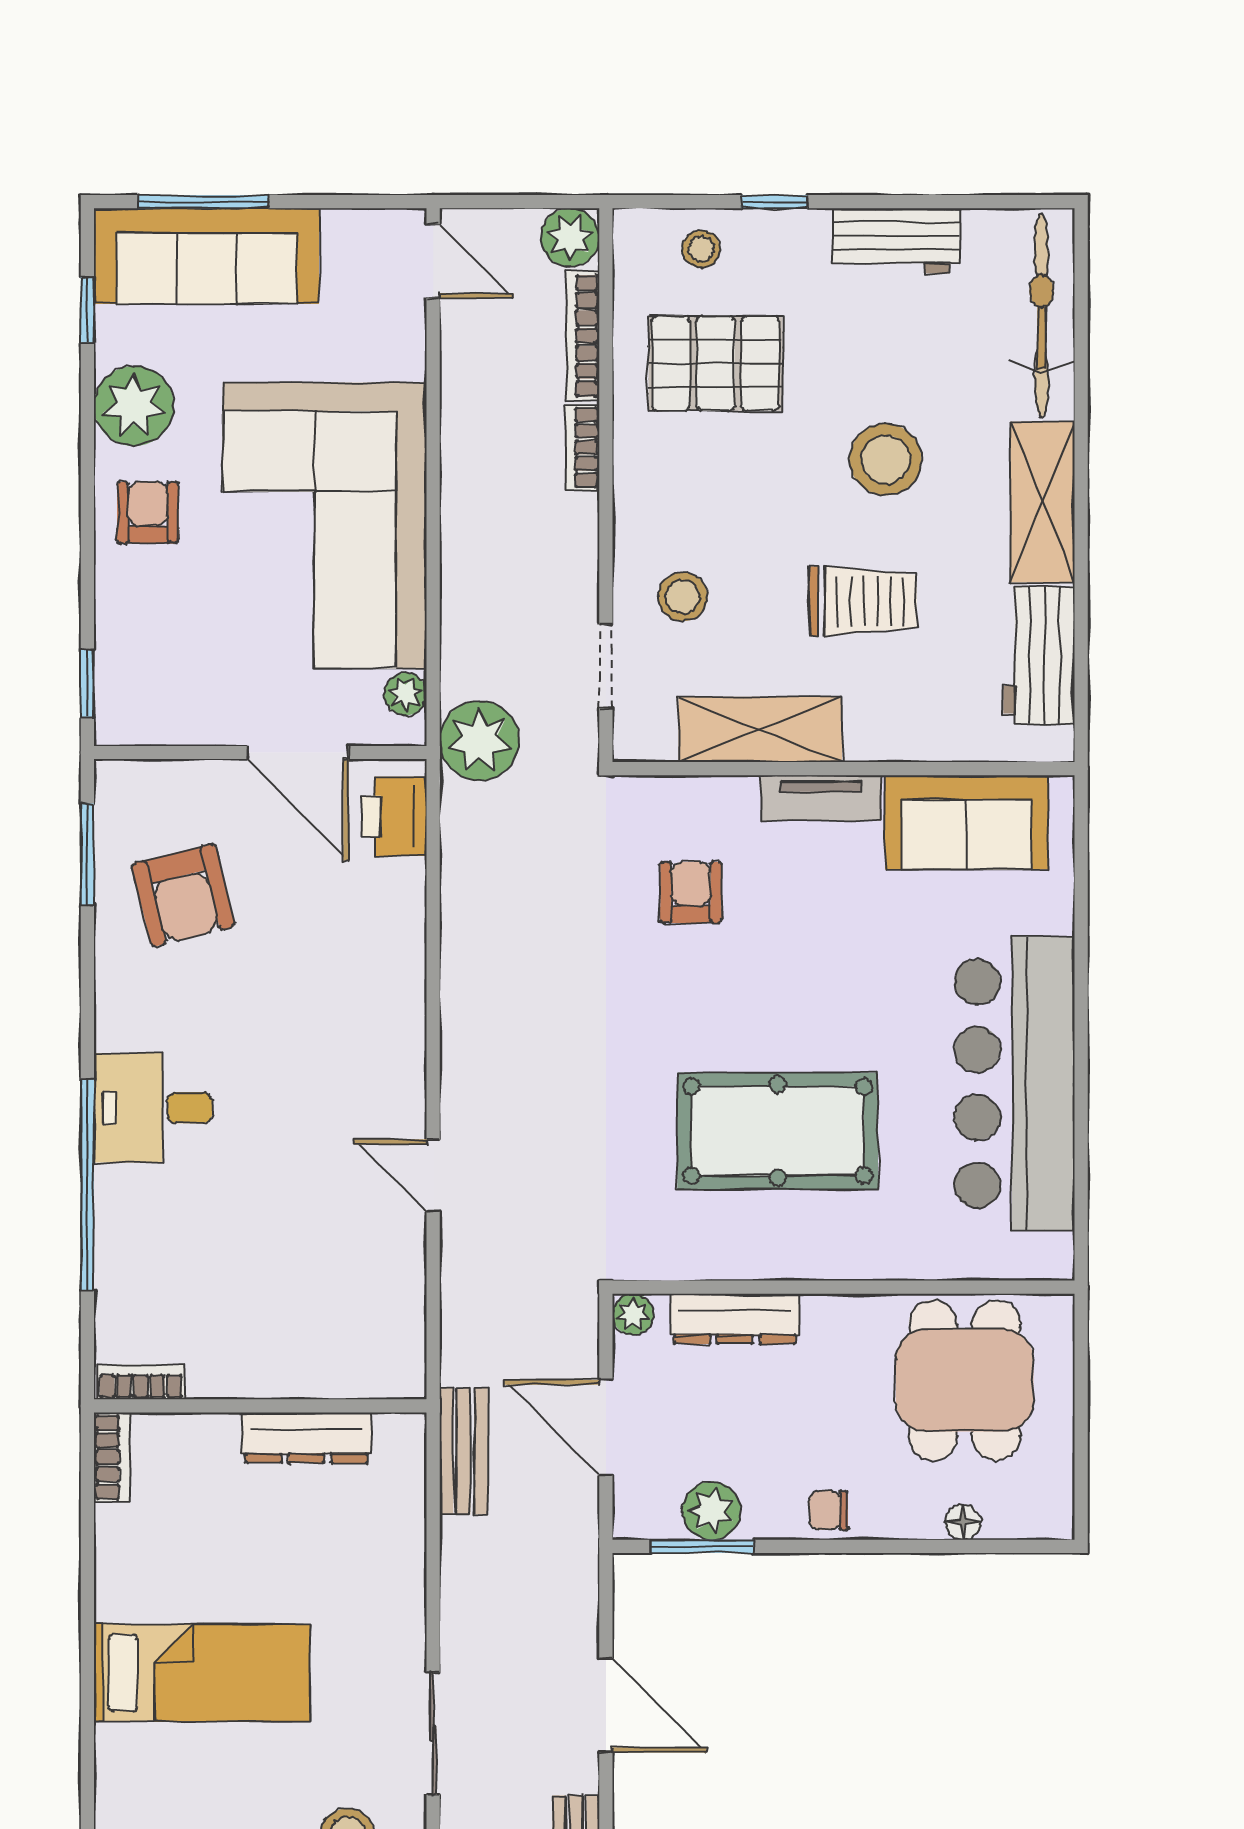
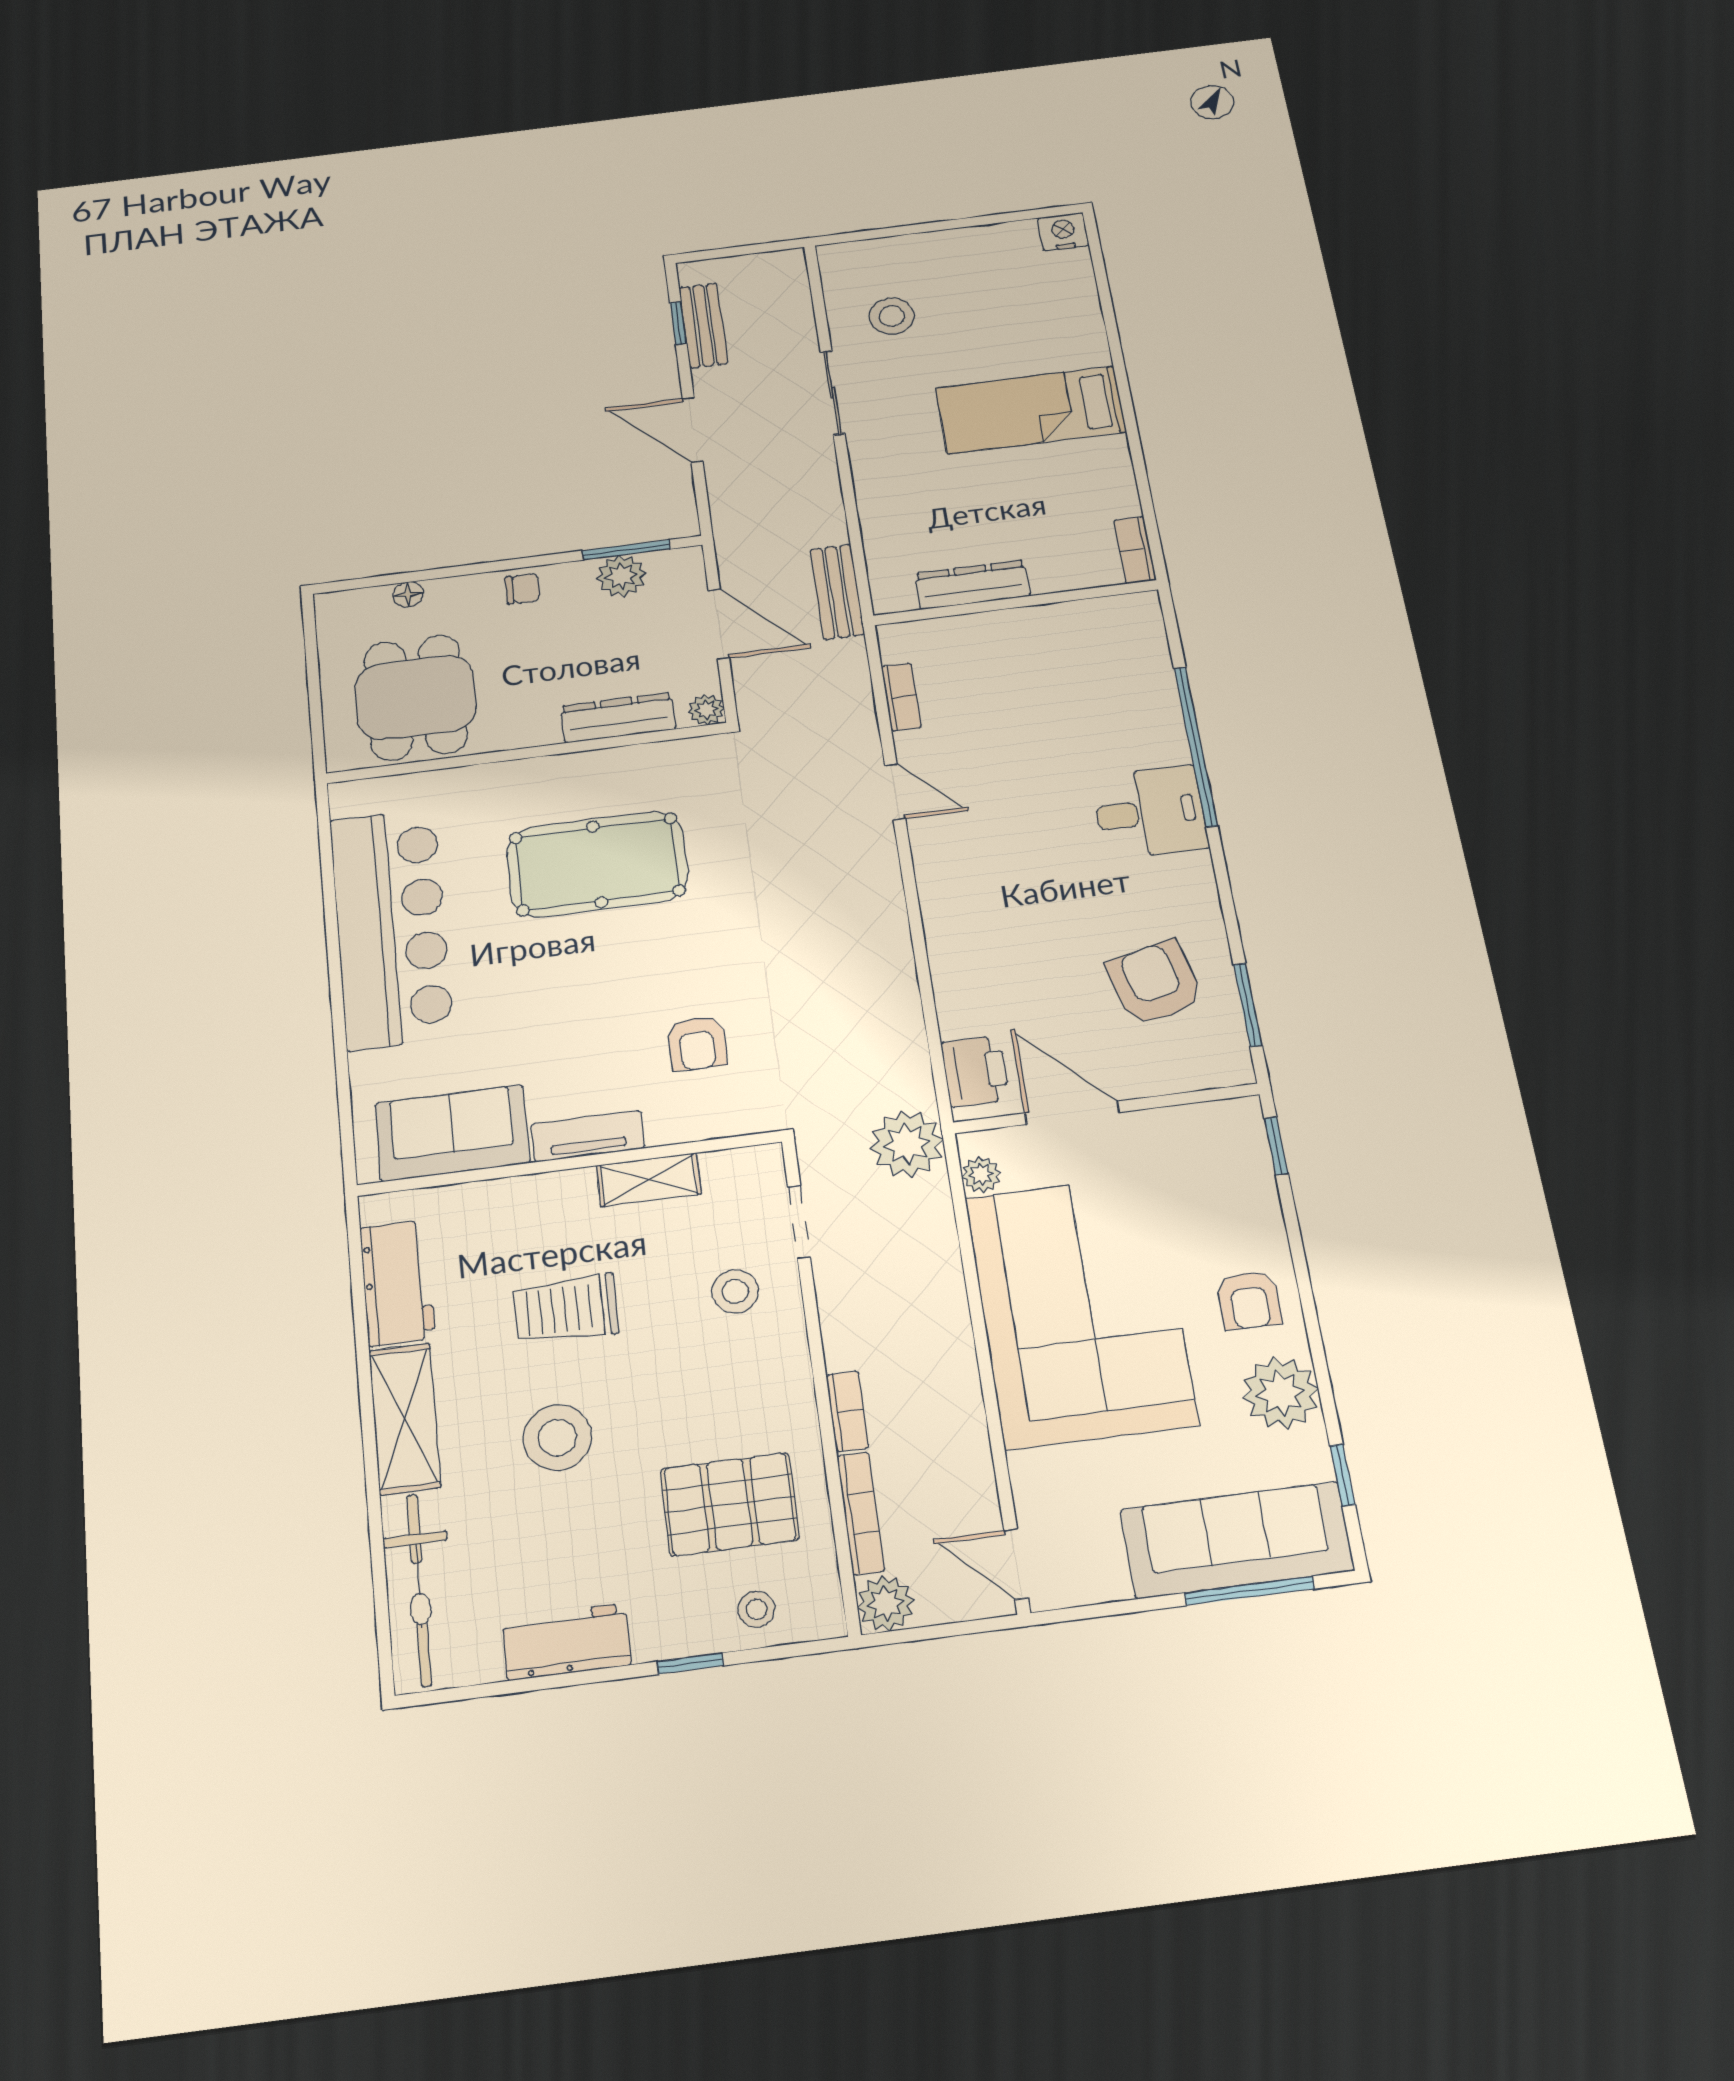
shelving: (760, 730) -> (649, 1180), width x0.67, depth x0.75
bookcase: (141, 1382) -> (901, 697), moved, turned -90

